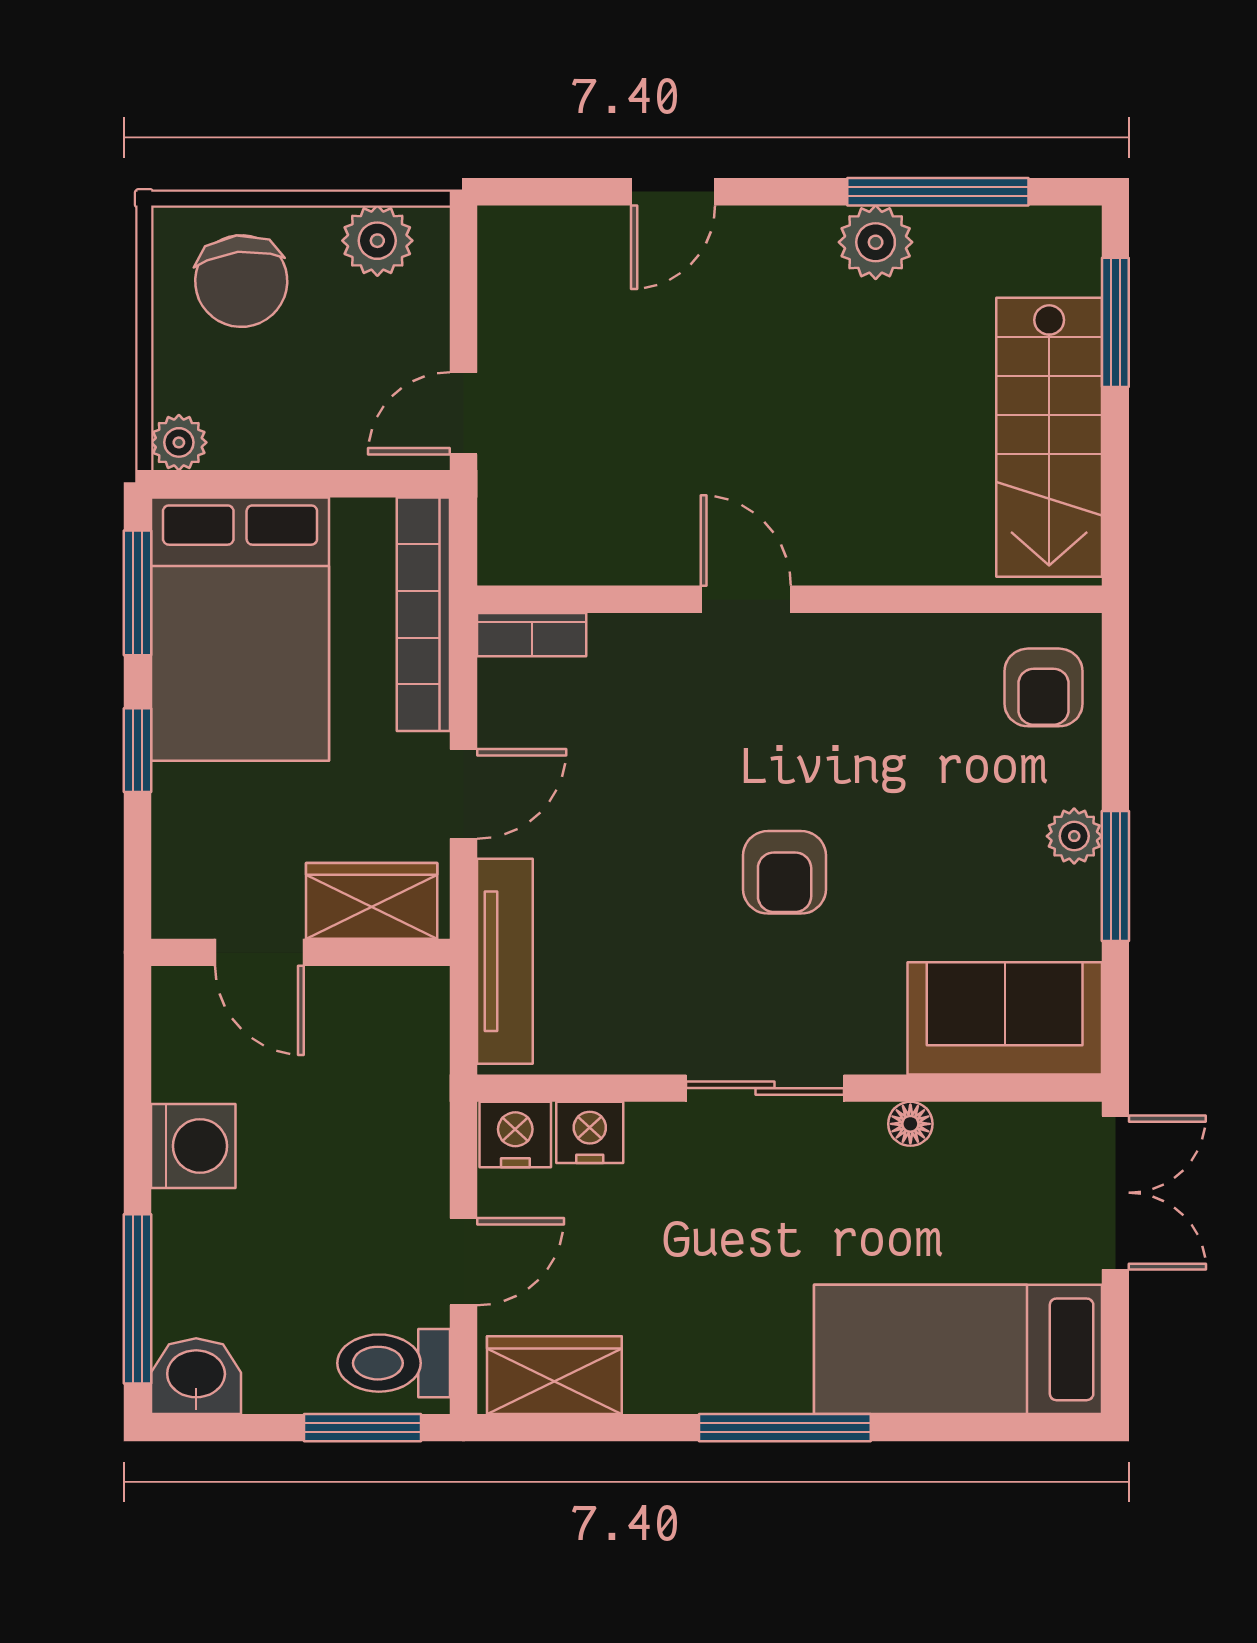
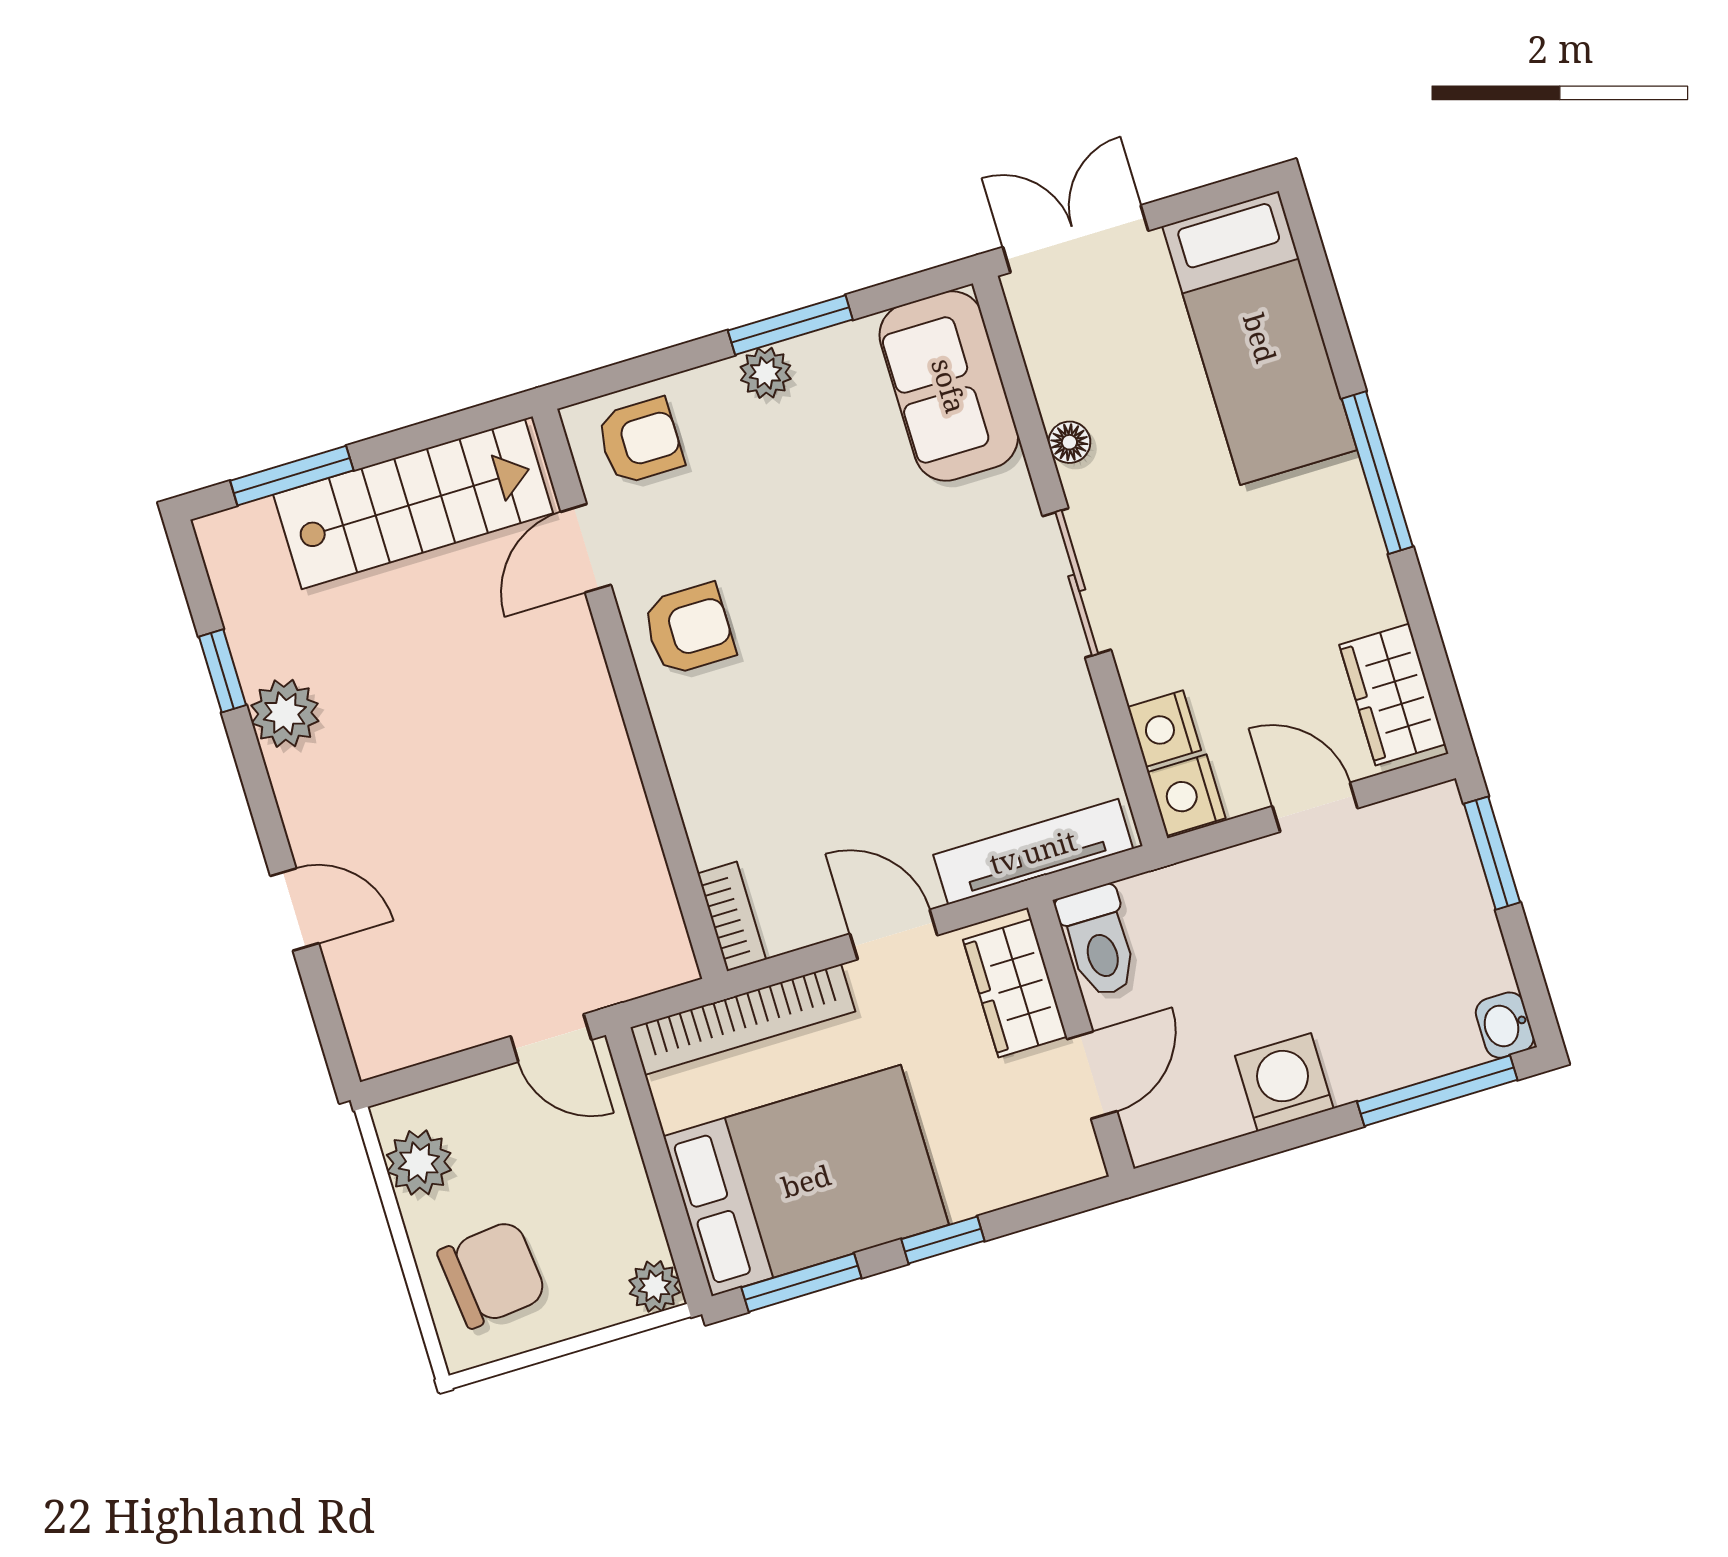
window: (938, 192) -> (222, 671), width x0.46
door: (746, 599) -> (586, 548), moved
armchair: (785, 872) -> (689, 629), moved
toilet: (394, 1363) -> (1098, 941), moved
washbasin: (196, 1376) -> (1505, 1025), width x0.72, depth x0.69

